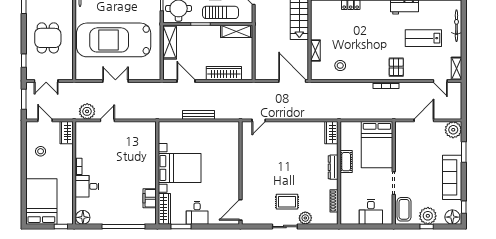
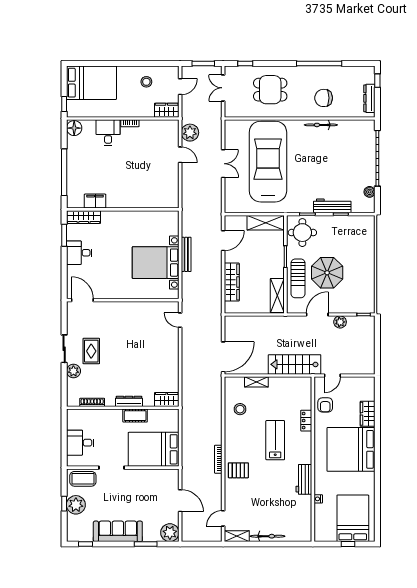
bicycle: (456, 26) -> (268, 536), moved
lab bench: (423, 38) -> (275, 440), moved
bed with nightstands: (180, 168) -> (156, 263), moved, turned 90
floor lamp: (452, 217) -> (75, 532), removed

